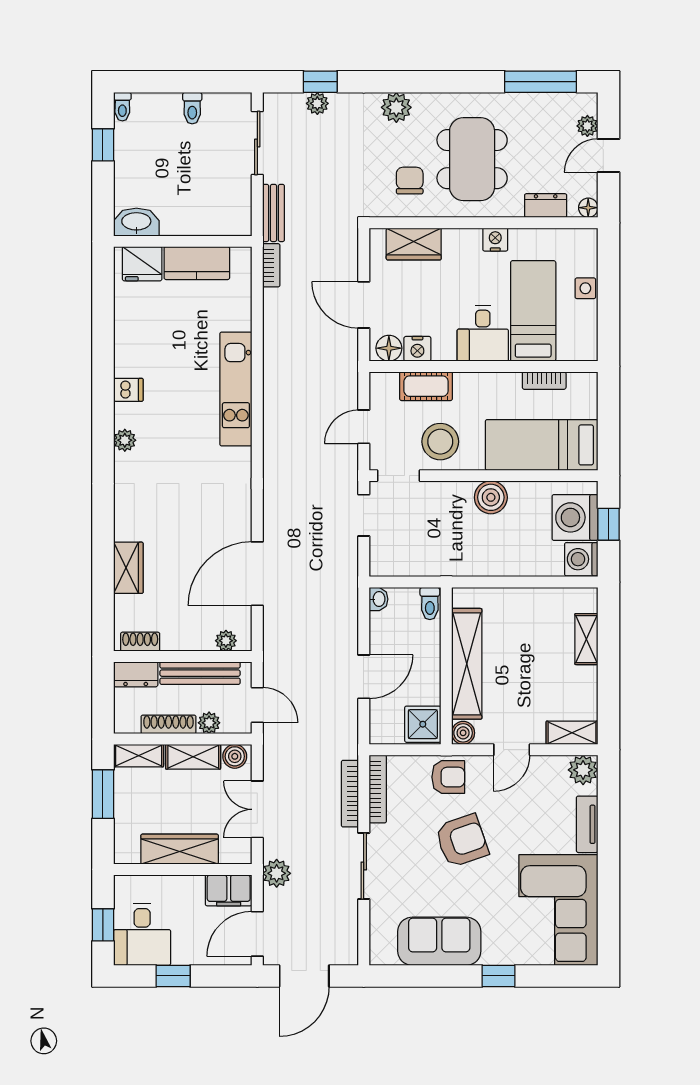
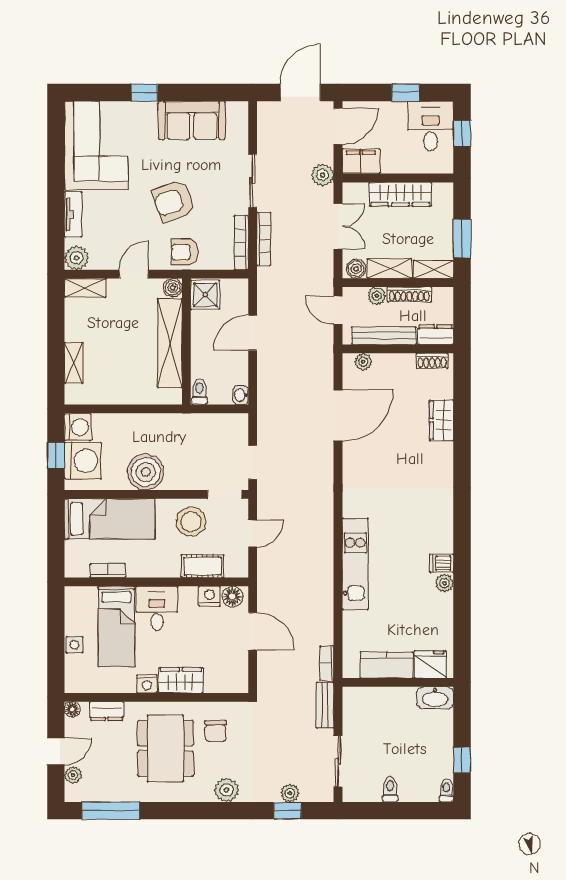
wardrobe: (414, 244) -> (181, 680), moved
plant: (125, 440) -> (444, 583), moved
boiler: (491, 497) -> (146, 472), width x1.37, depth x1.37

